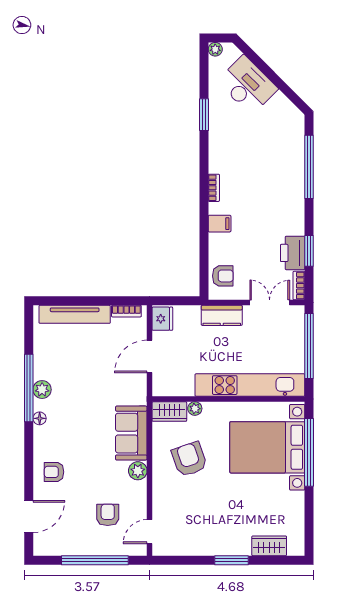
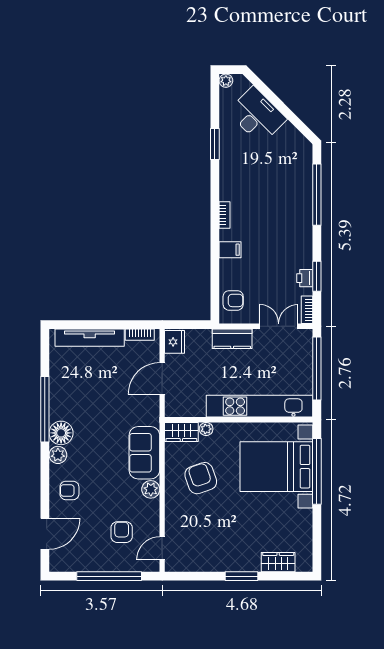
printer: (293, 253) -> (305, 278), width x0.53, depth x0.68
plant: (42, 390) -> (58, 455), moved
floor lamp: (40, 418) -> (61, 433), width x1.89, depth x1.89

